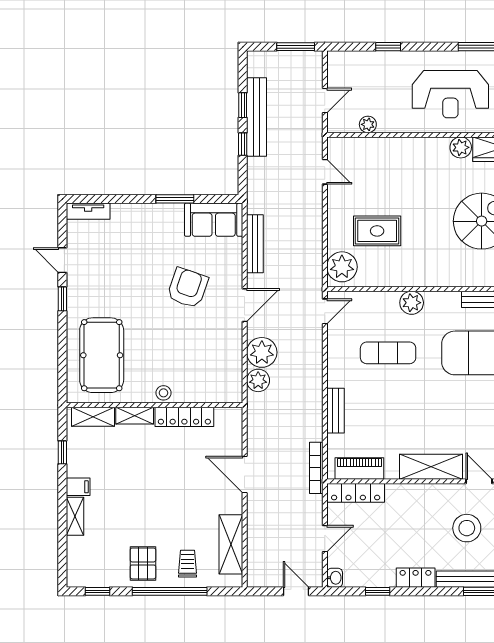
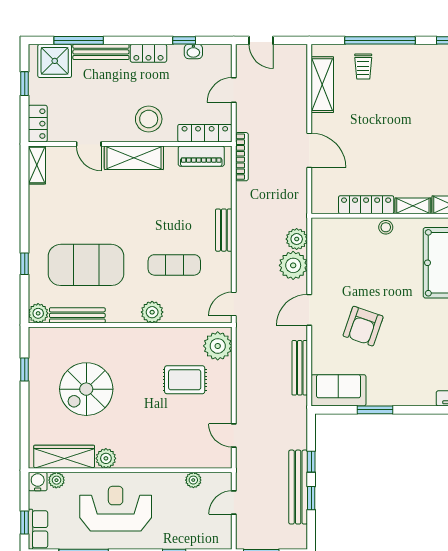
bench: (335, 411) -> (224, 230), moved
stool: (467, 528) -> (149, 119), moved
pallet: (143, 563) -> (405, 67), removed
washbasin: (335, 578) -> (193, 51), moved, turned -90

